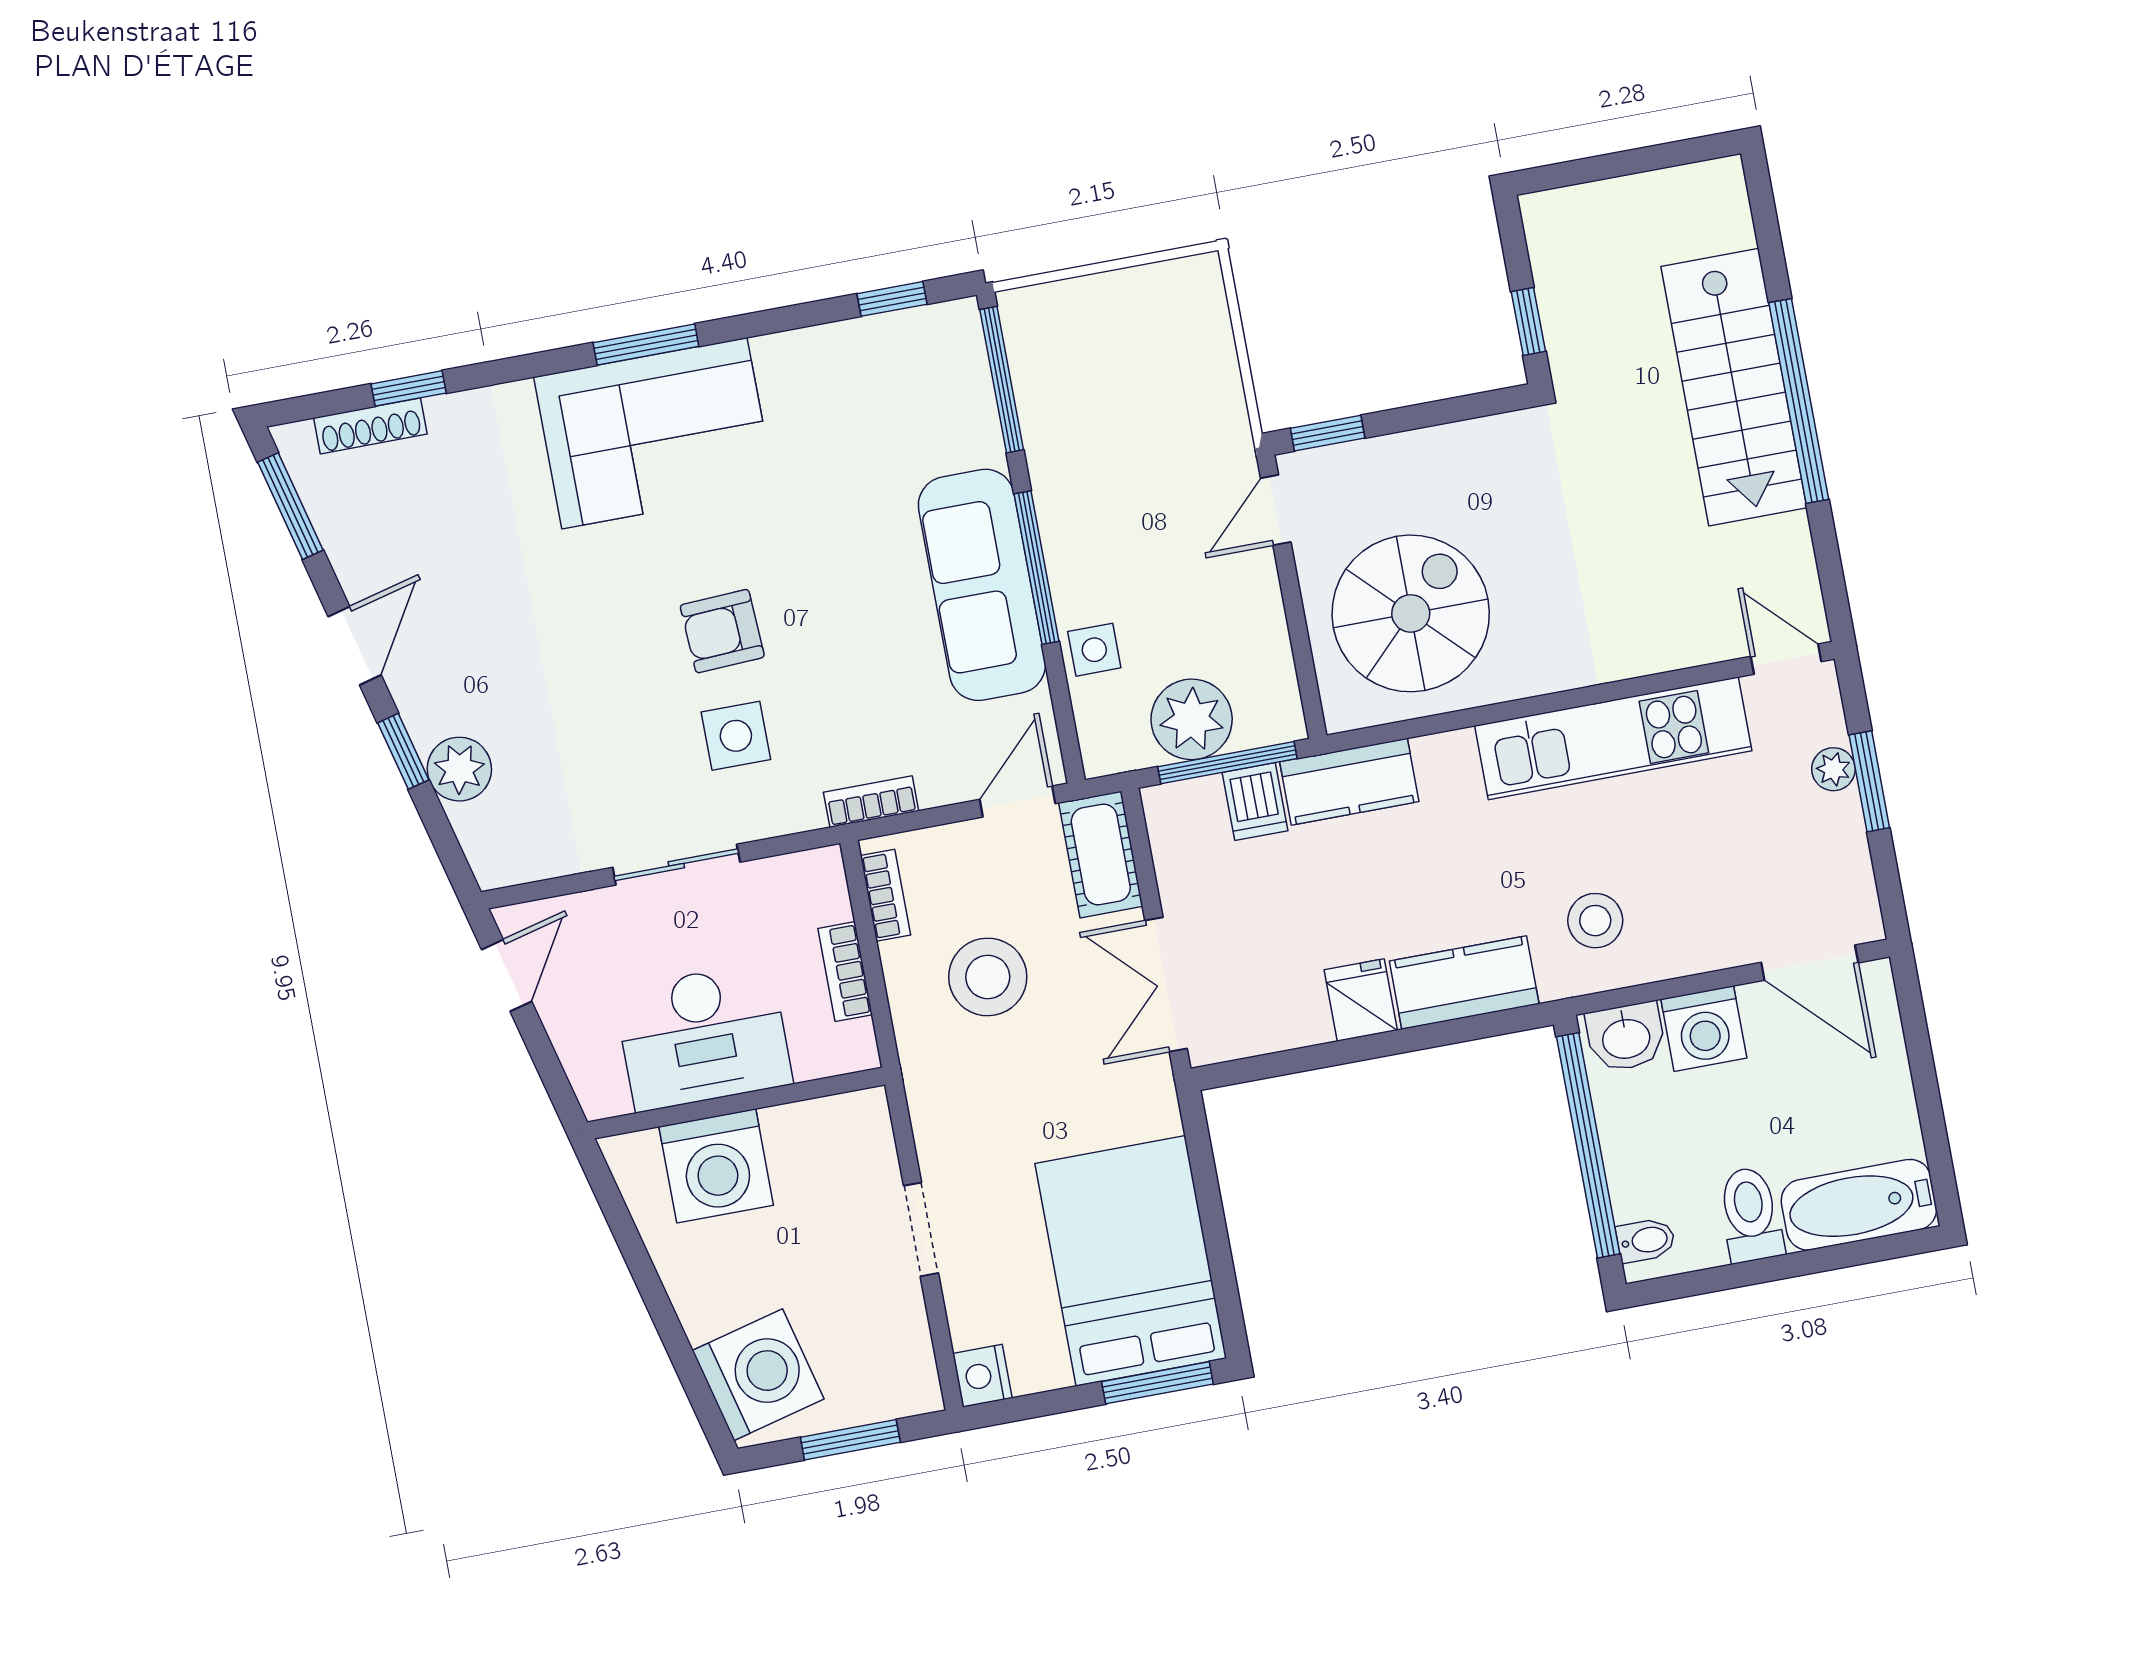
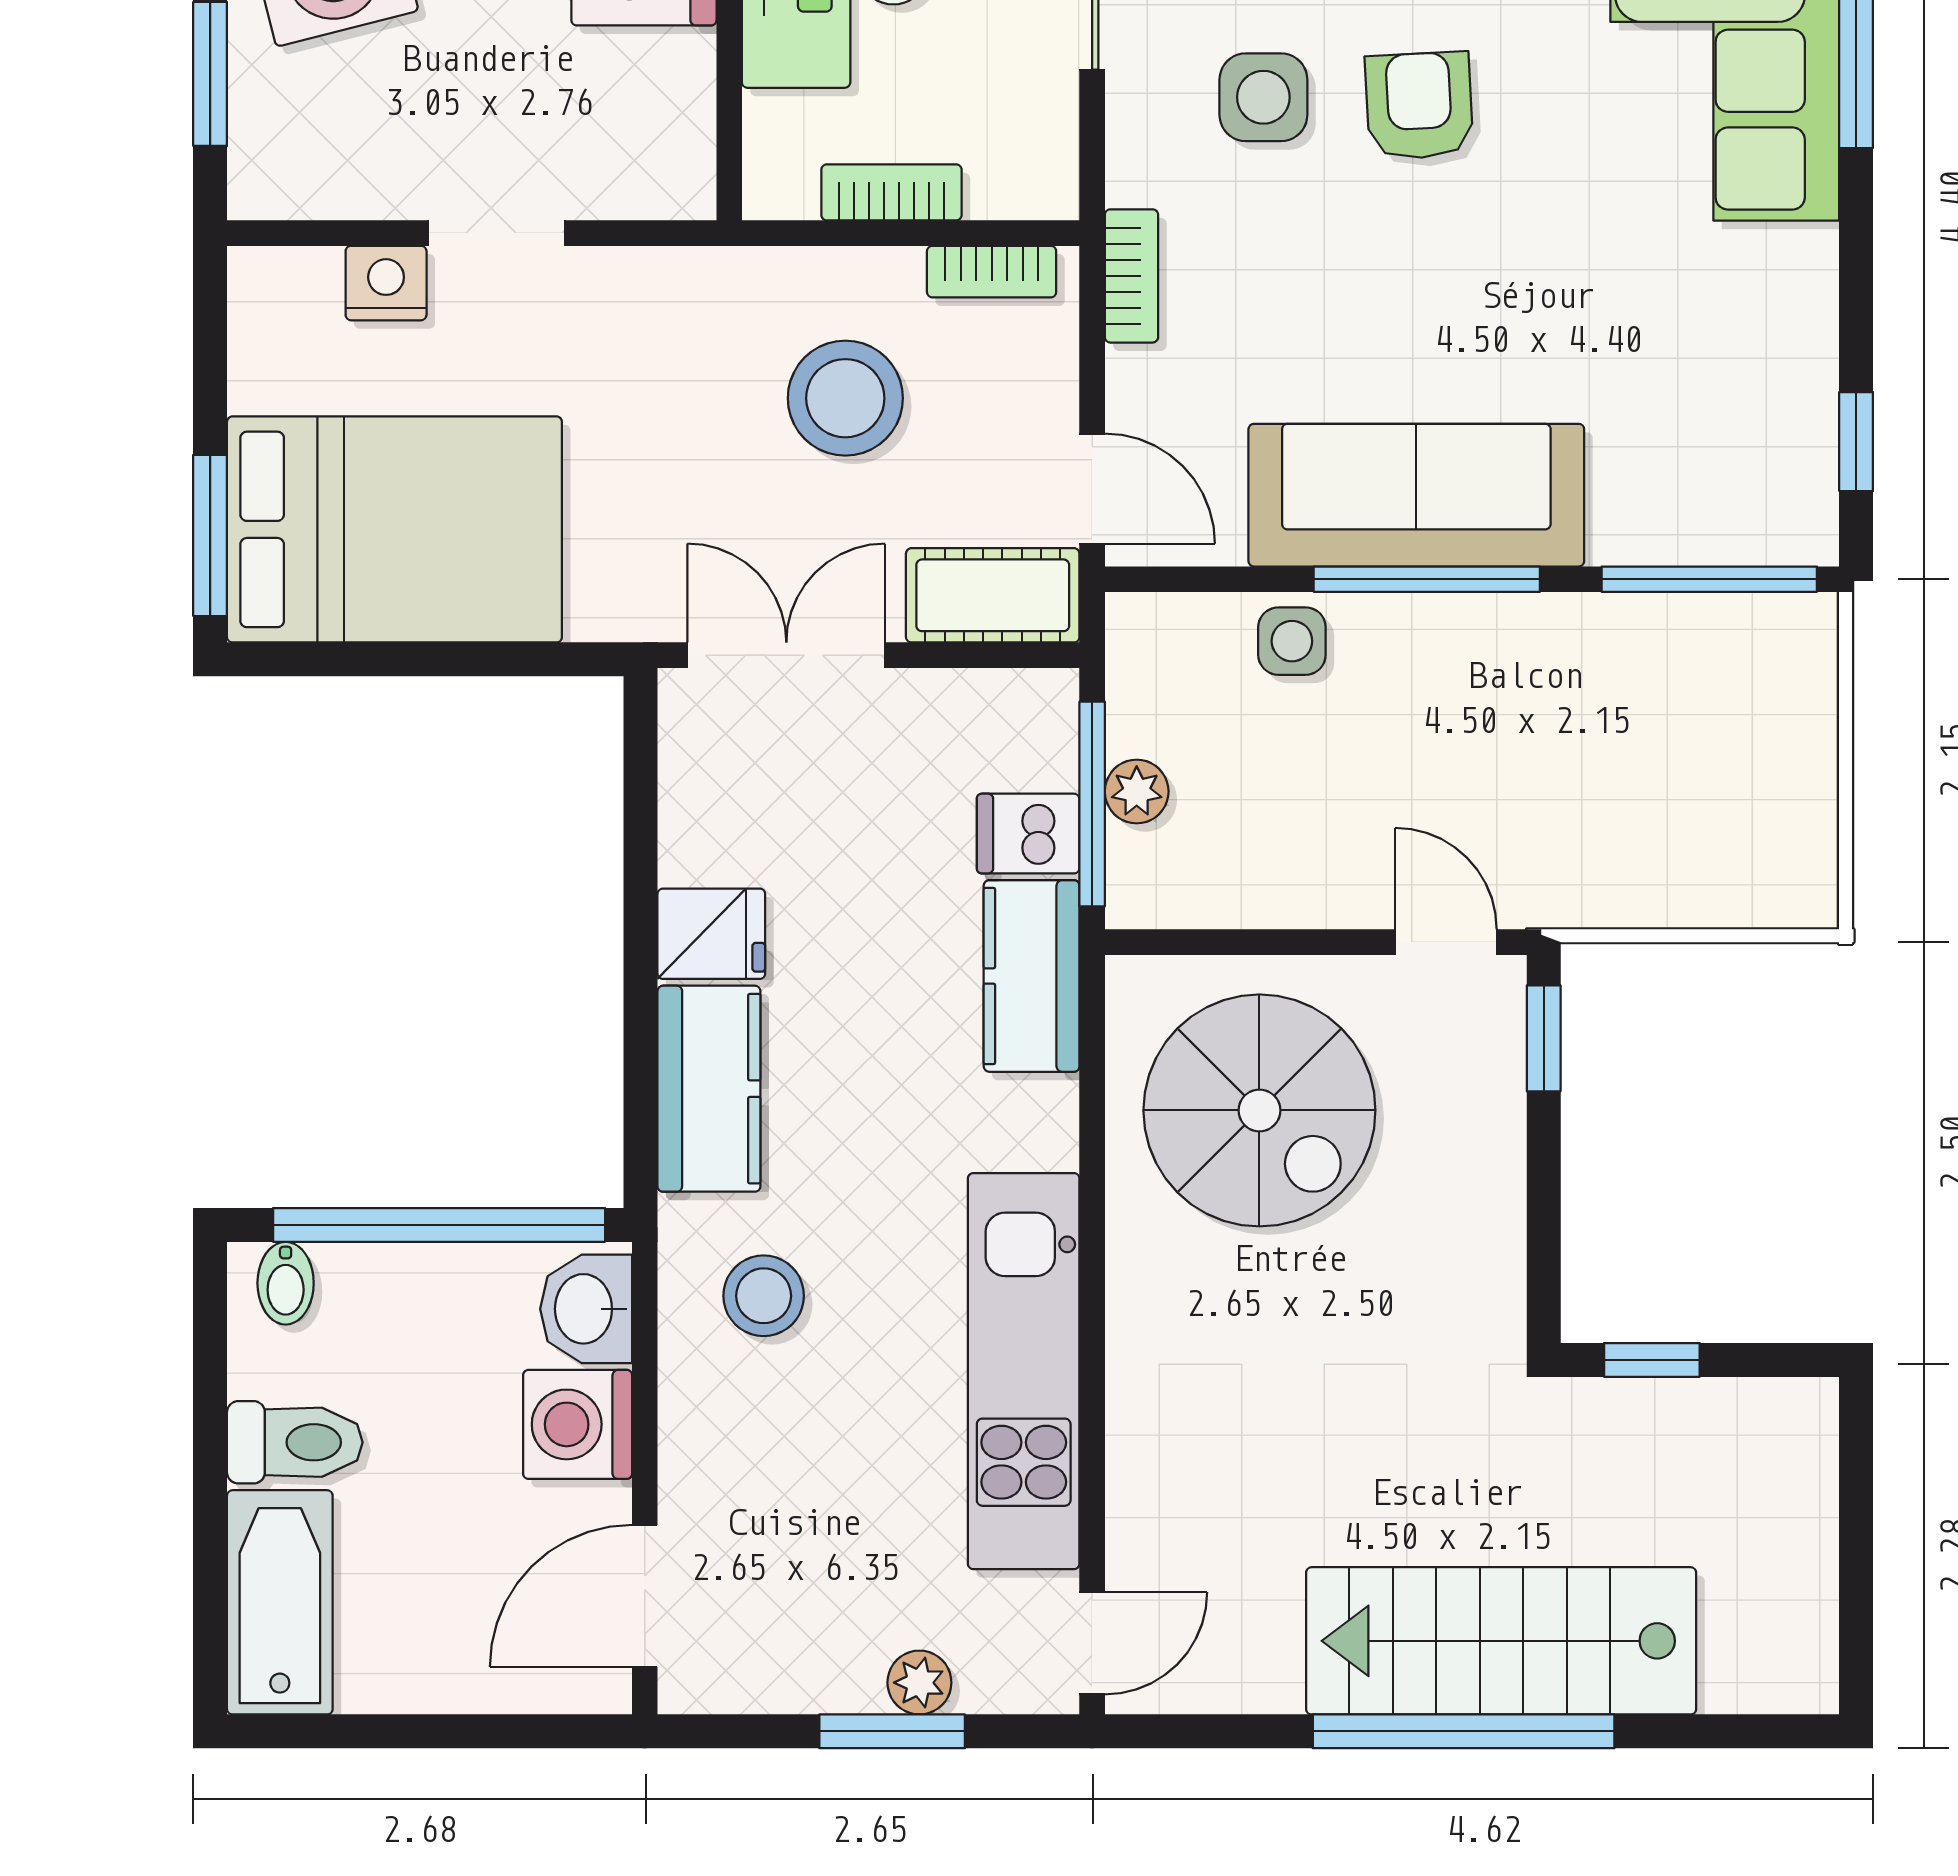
plant: (1192, 719) -> (1137, 791), width x0.53, depth x0.53
nightstand: (982, 1376) -> (386, 283), moved

